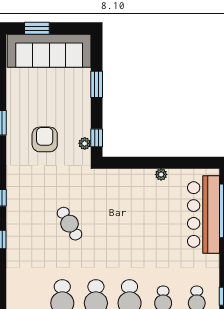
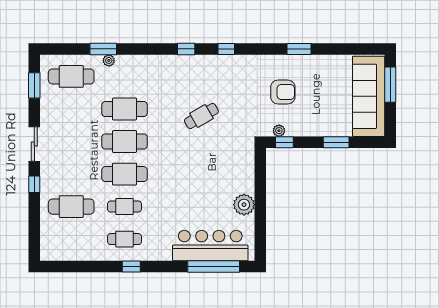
window: (37, 28) -> (390, 85), width x1.44
plant: (161, 174) -> (244, 205), width x1.87, depth x1.87

